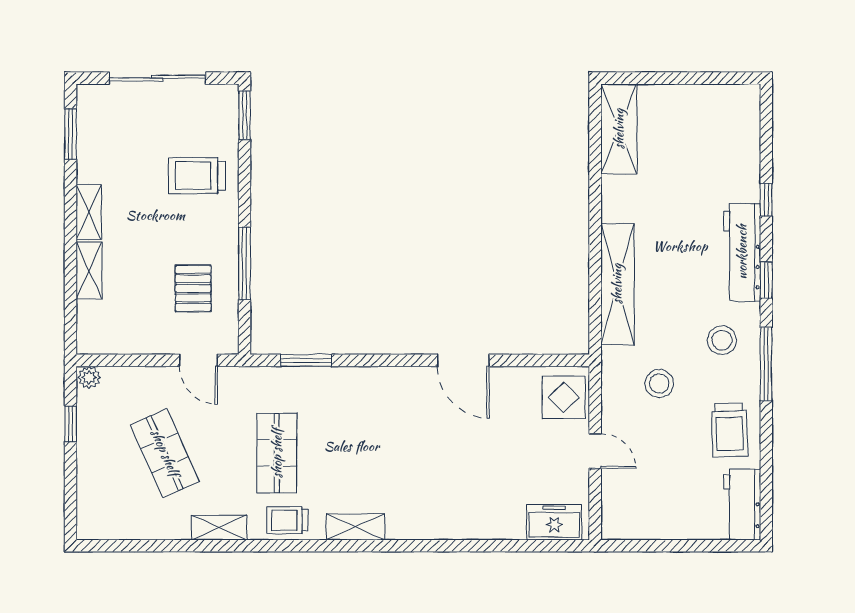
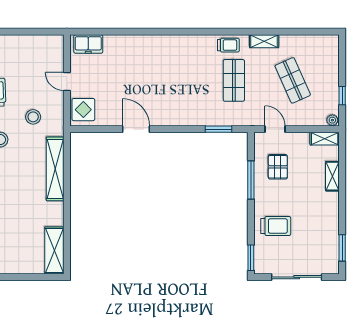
shelving: (89, 212) -> (325, 139), moved, turned 90
shelving: (355, 527) -> (193, 42), removed

